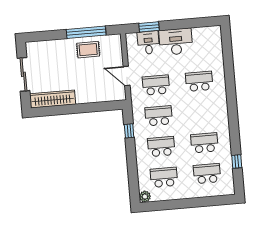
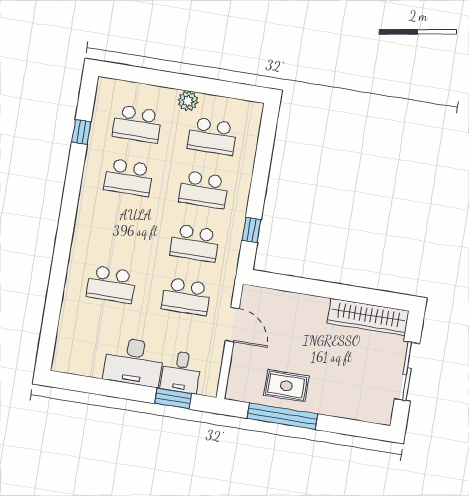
plant: (145, 197) -> (188, 101), moved

